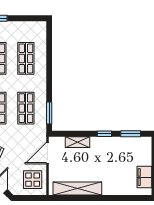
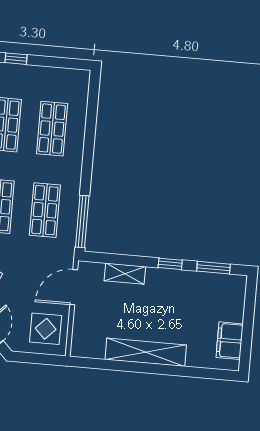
window: (49, 113) -> (82, 221), width x1.44
shelving: (77, 189) -> (146, 352), moved

